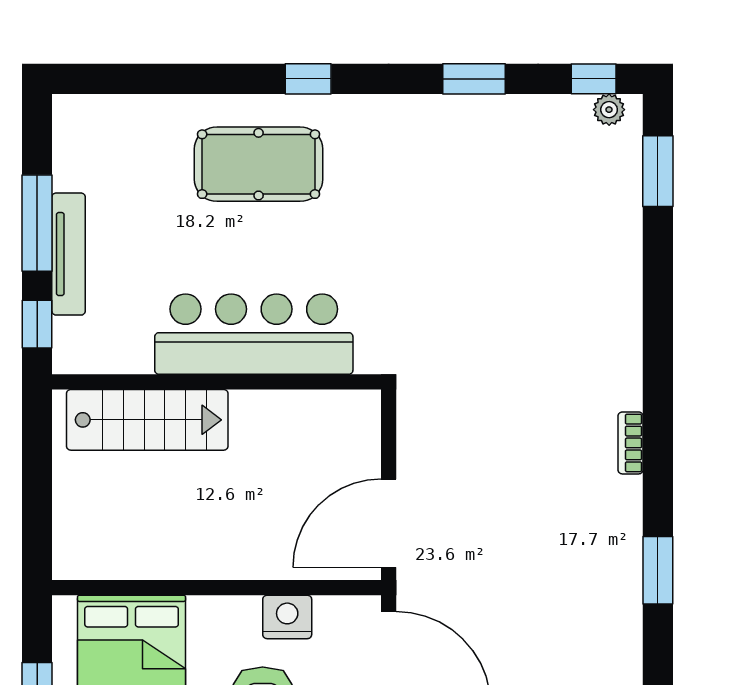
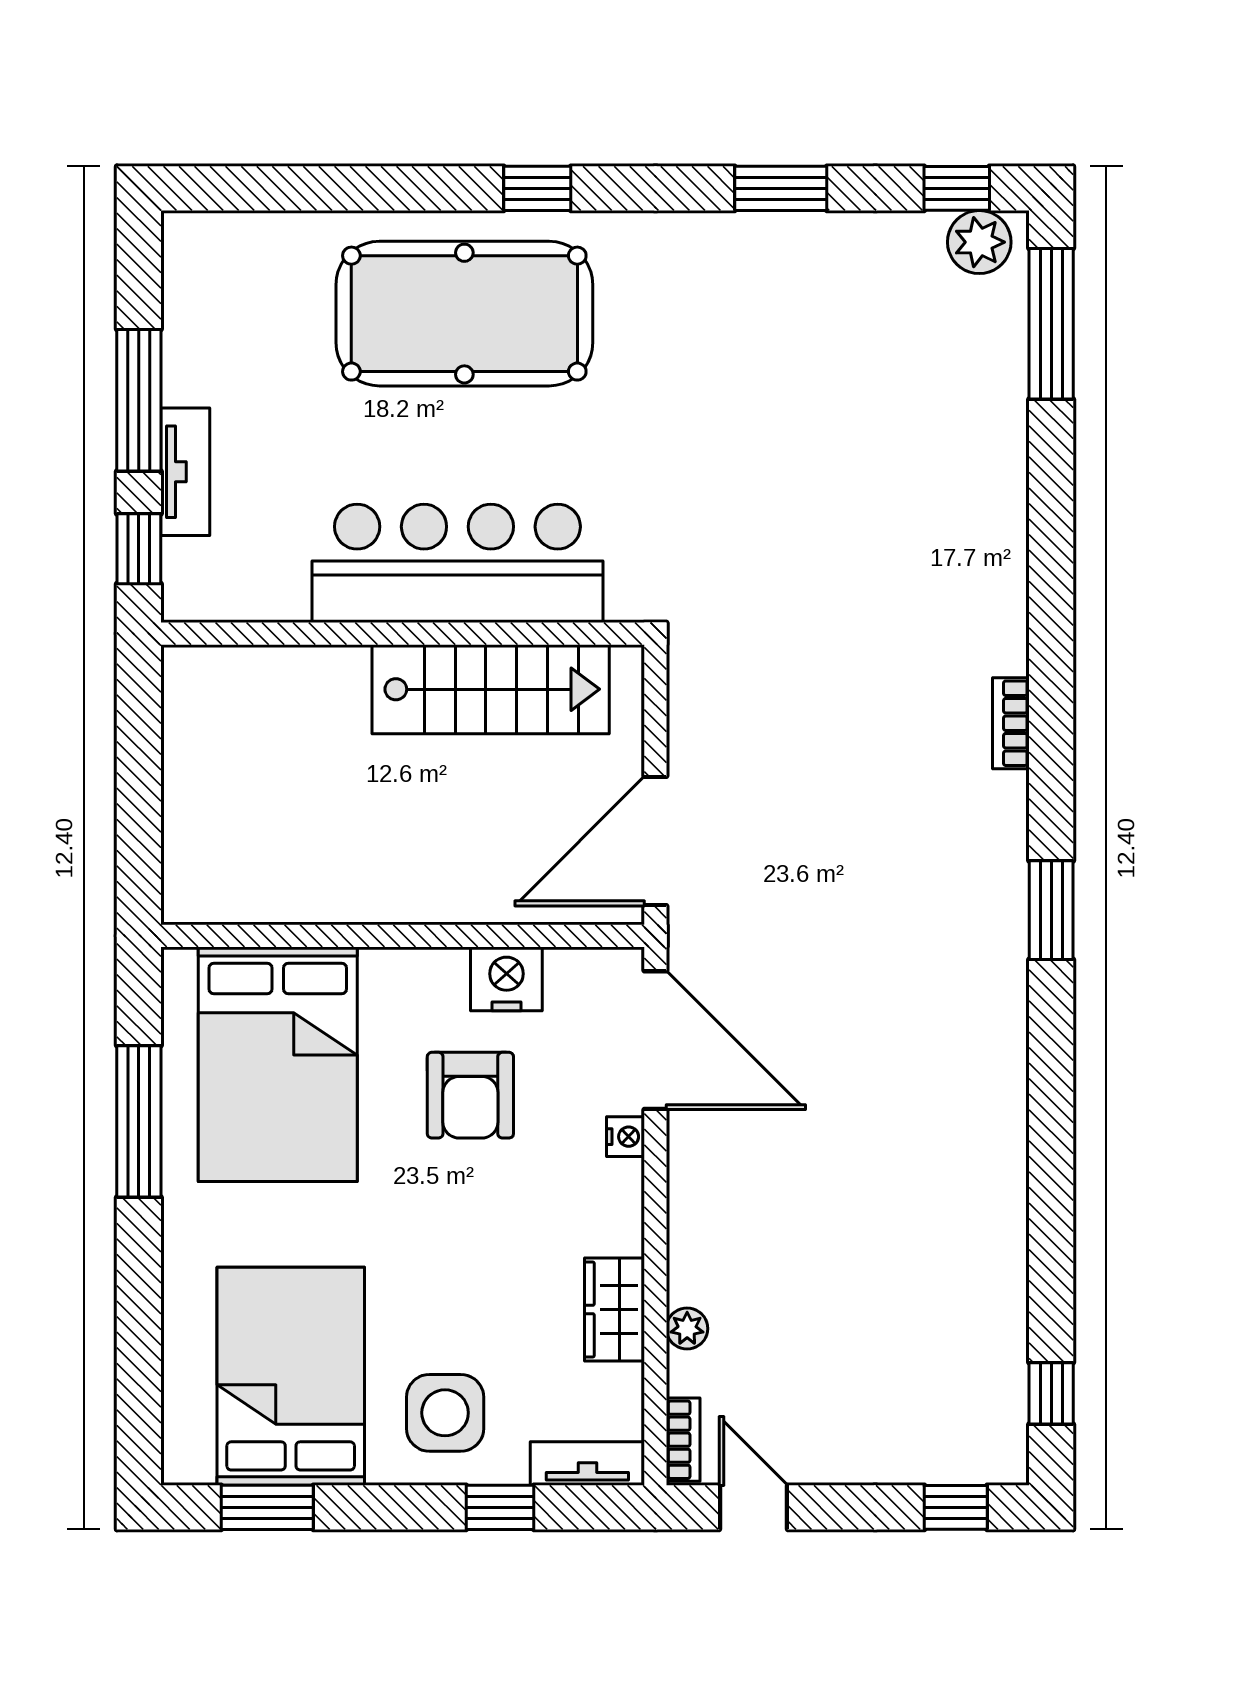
plant: (609, 110) -> (979, 242), width x1.38, depth x1.38
pool table: (259, 164) -> (464, 314), width x1.36, depth x1.32
window: (658, 171) -> (1051, 324), width x1.44
tv unit: (69, 254) -> (185, 472), width x0.71
stairs: (147, 420) -> (491, 689), moved

